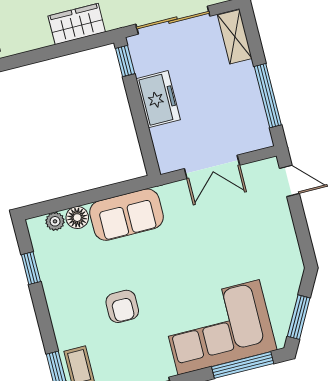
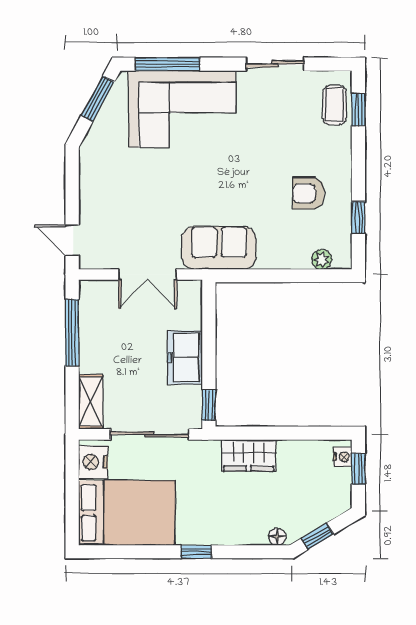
double door: (212, 167) -> (147, 274), swing flipped
sofa: (127, 215) -> (219, 248), moved
floor lamp: (77, 218) -> (298, 258), removed
armchair: (122, 306) -> (308, 193), moved, turned -90

